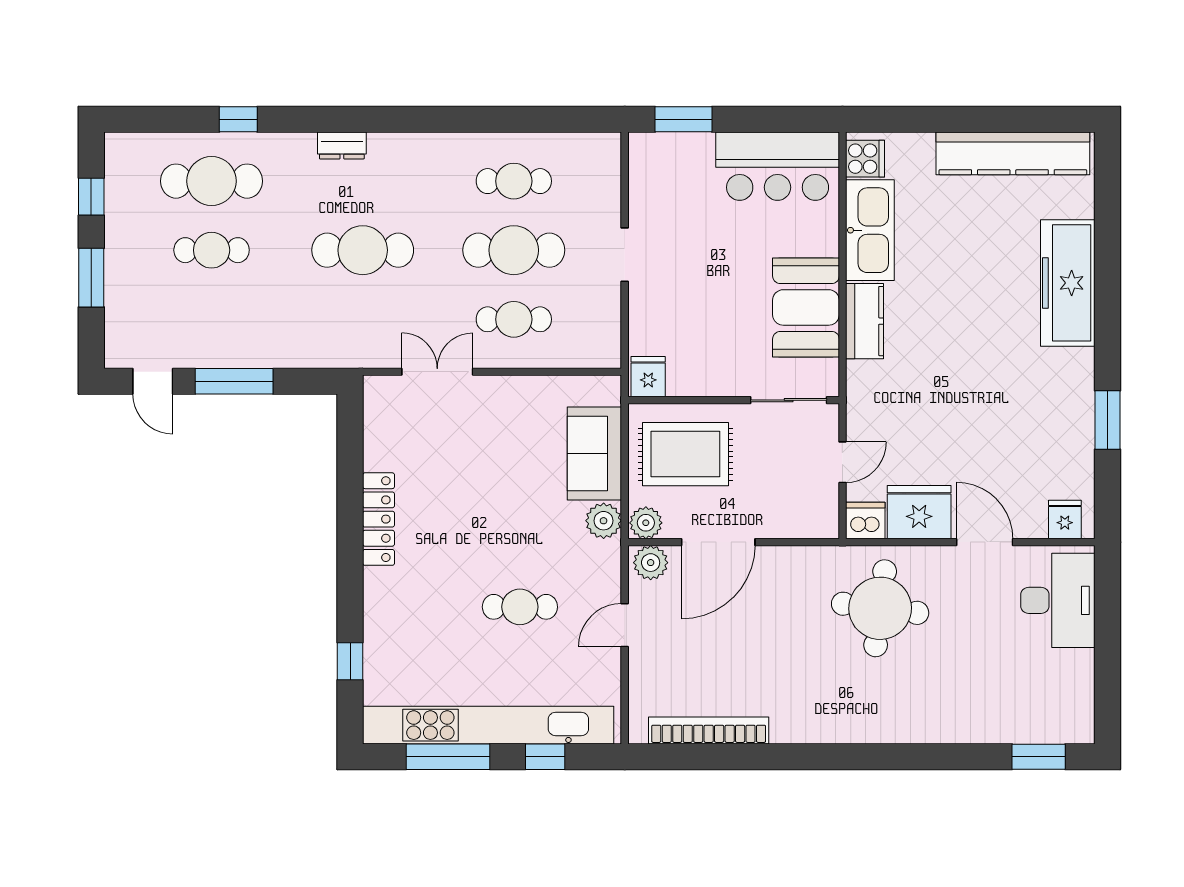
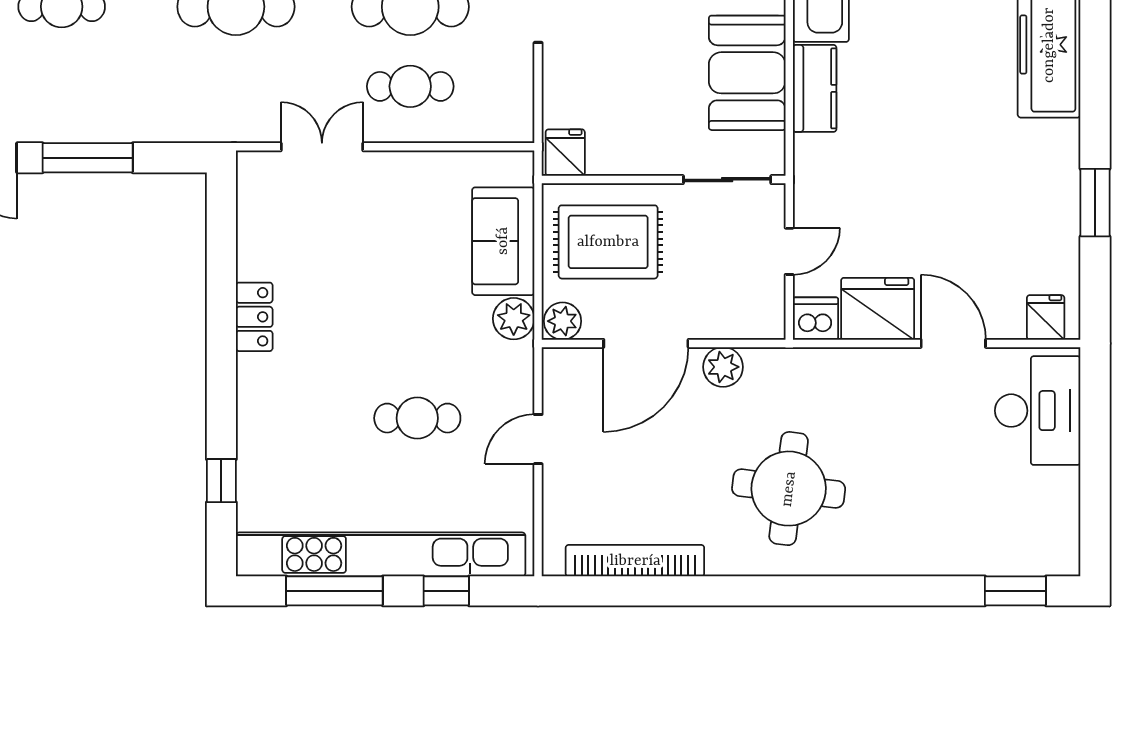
locker: (379, 519) -> (254, 317), width x0.66
plant: (651, 563) -> (723, 367), moved
round table: (880, 608) -> (789, 489), moved

